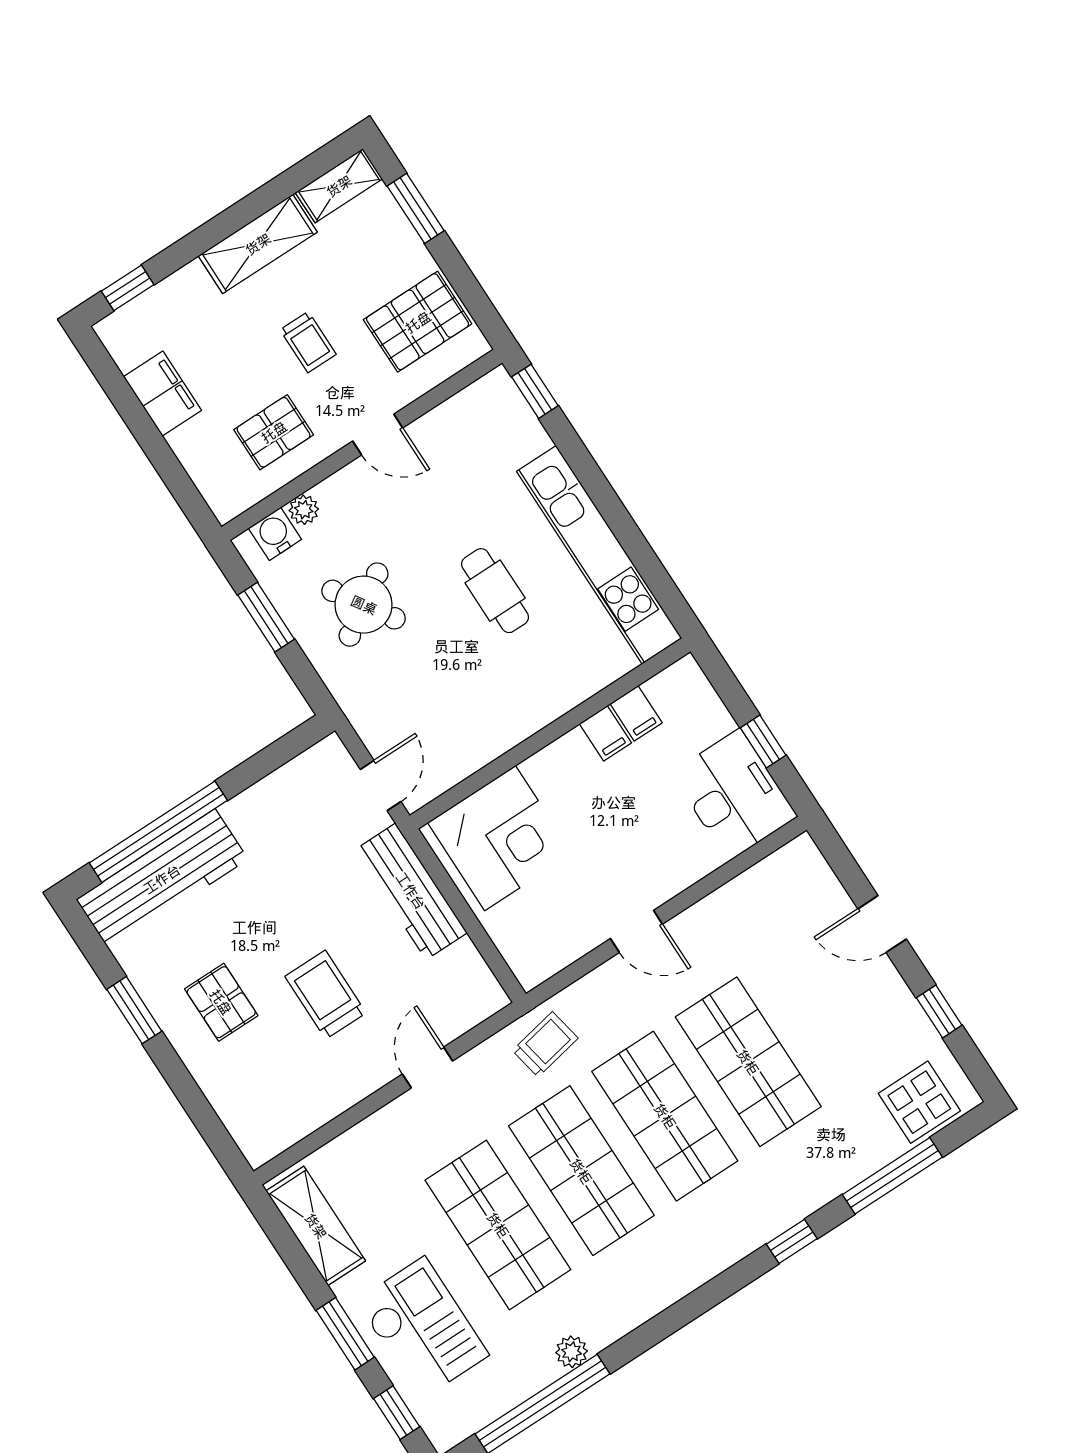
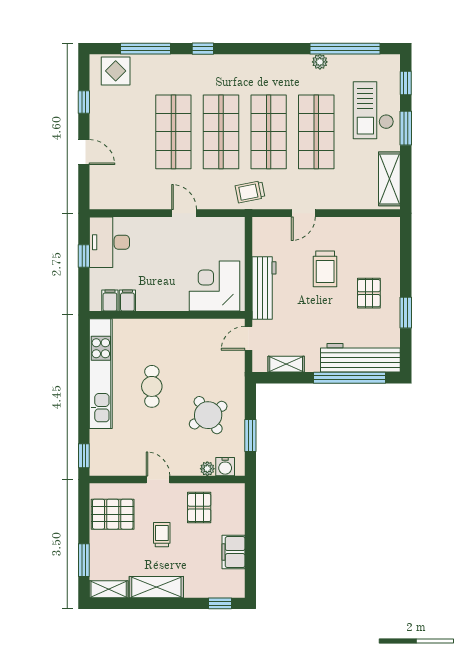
pallet: (274, 432) -> (199, 508), turned 90
filing cabinet: (605, 733) -> (110, 301), moved
shelving: (285, 783) -> (286, 364), added

